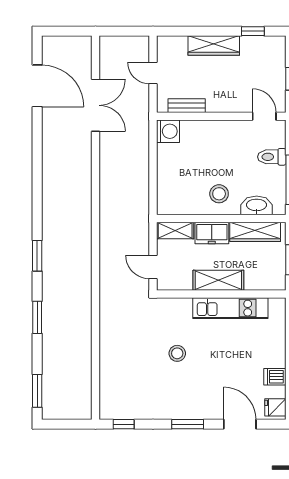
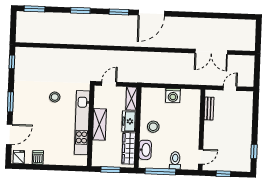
wardrobe: (214, 45) -> (246, 127), removed
door: (37, 86) -> (151, 13), moved
washing machine: (168, 131) -> (173, 96), moved
kitchen unit: (230, 308) -> (82, 123), width x1.36

